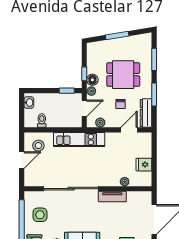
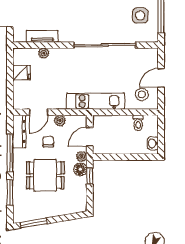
window: (117, 36) -> (34, 223), moved
window: (67, 91) -> (110, 157), removed
window: (154, 94) -> (10, 153), width x1.44
plant: (100, 123) -> (60, 121), moved
tv unit: (112, 196) -> (42, 36), moved

